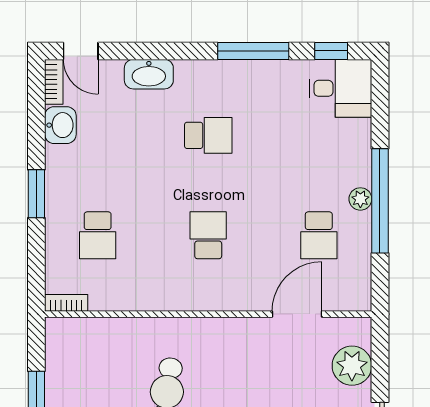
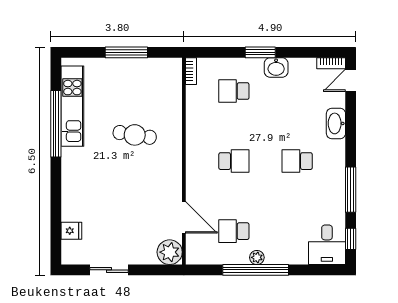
washbasin: (60, 125) -> (276, 67), moved
school desk: (208, 135) -> (297, 161), turned 90
plant: (352, 366) -> (170, 252), moved

